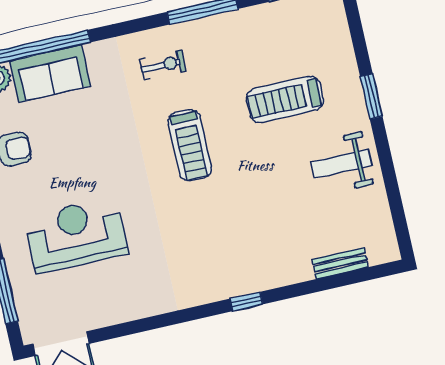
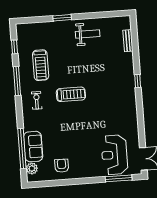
treadmill: (285, 99) -> (41, 65), moved
weight bench: (341, 164) -> (88, 34), turned -90
reception desk: (76, 235) -> (114, 155), moved

